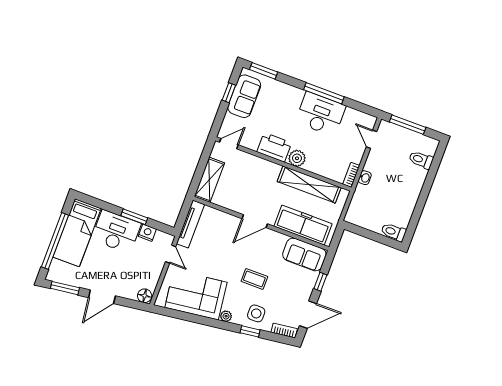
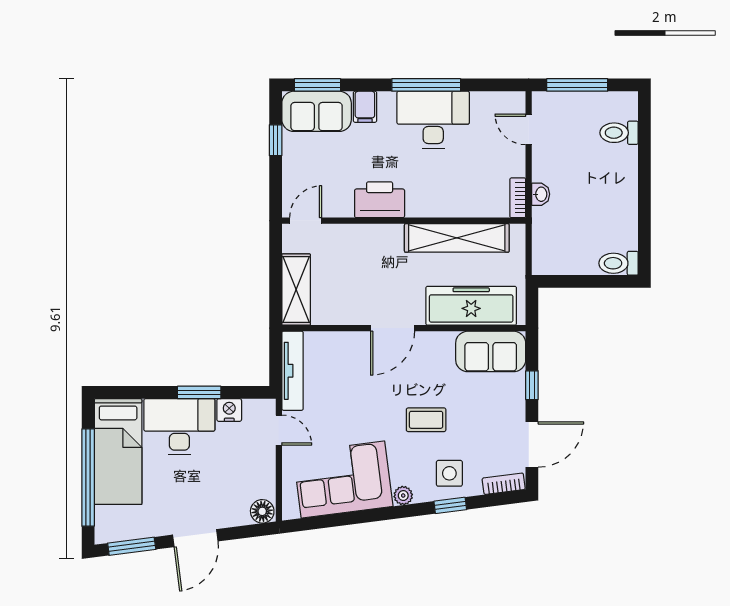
filing cabinet: (285, 93) -> (365, 107), added
sofa: (244, 96) -> (317, 111), moved, turned 90
plant: (297, 158) -> (422, 204), removed

